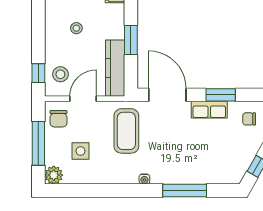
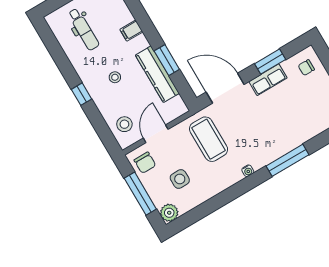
kitchen counter: (115, 68) -> (157, 74), moved
window: (38, 73) -> (82, 94), moved

